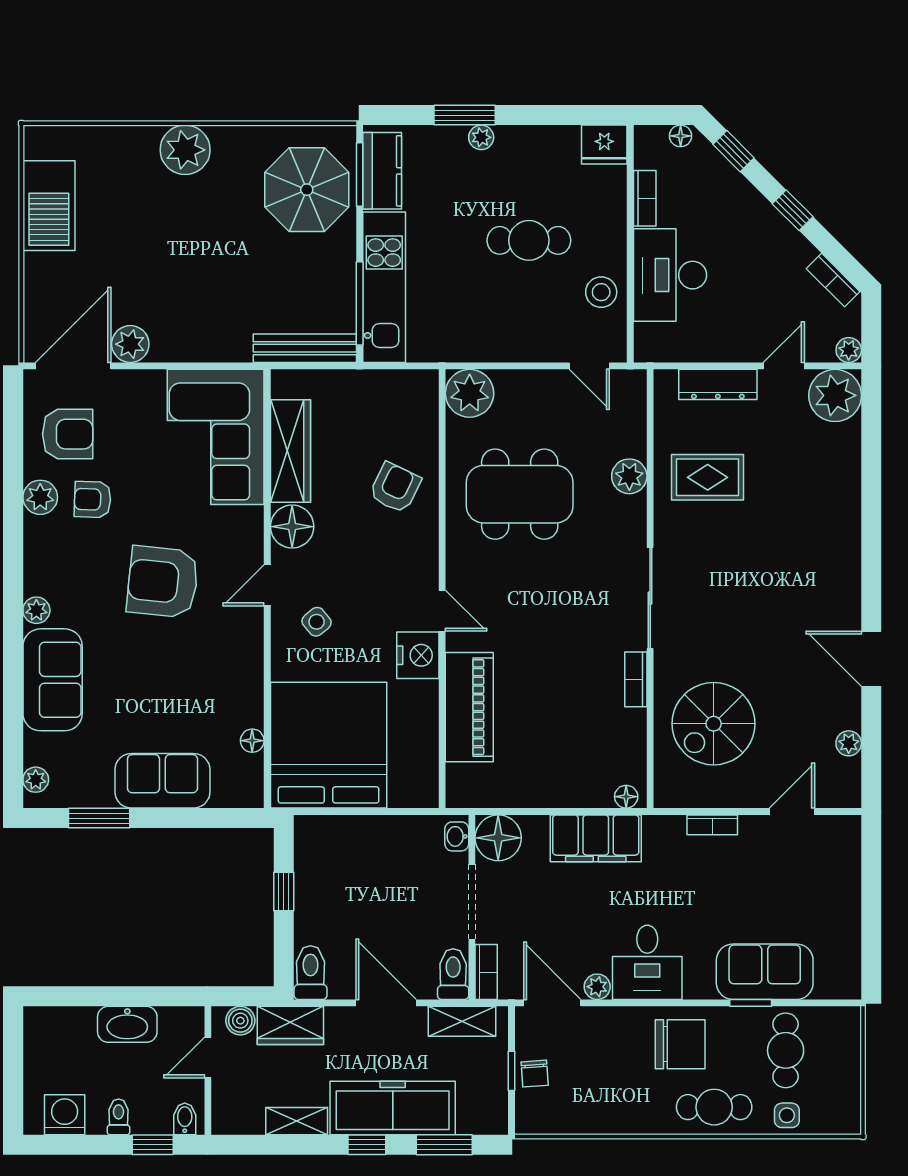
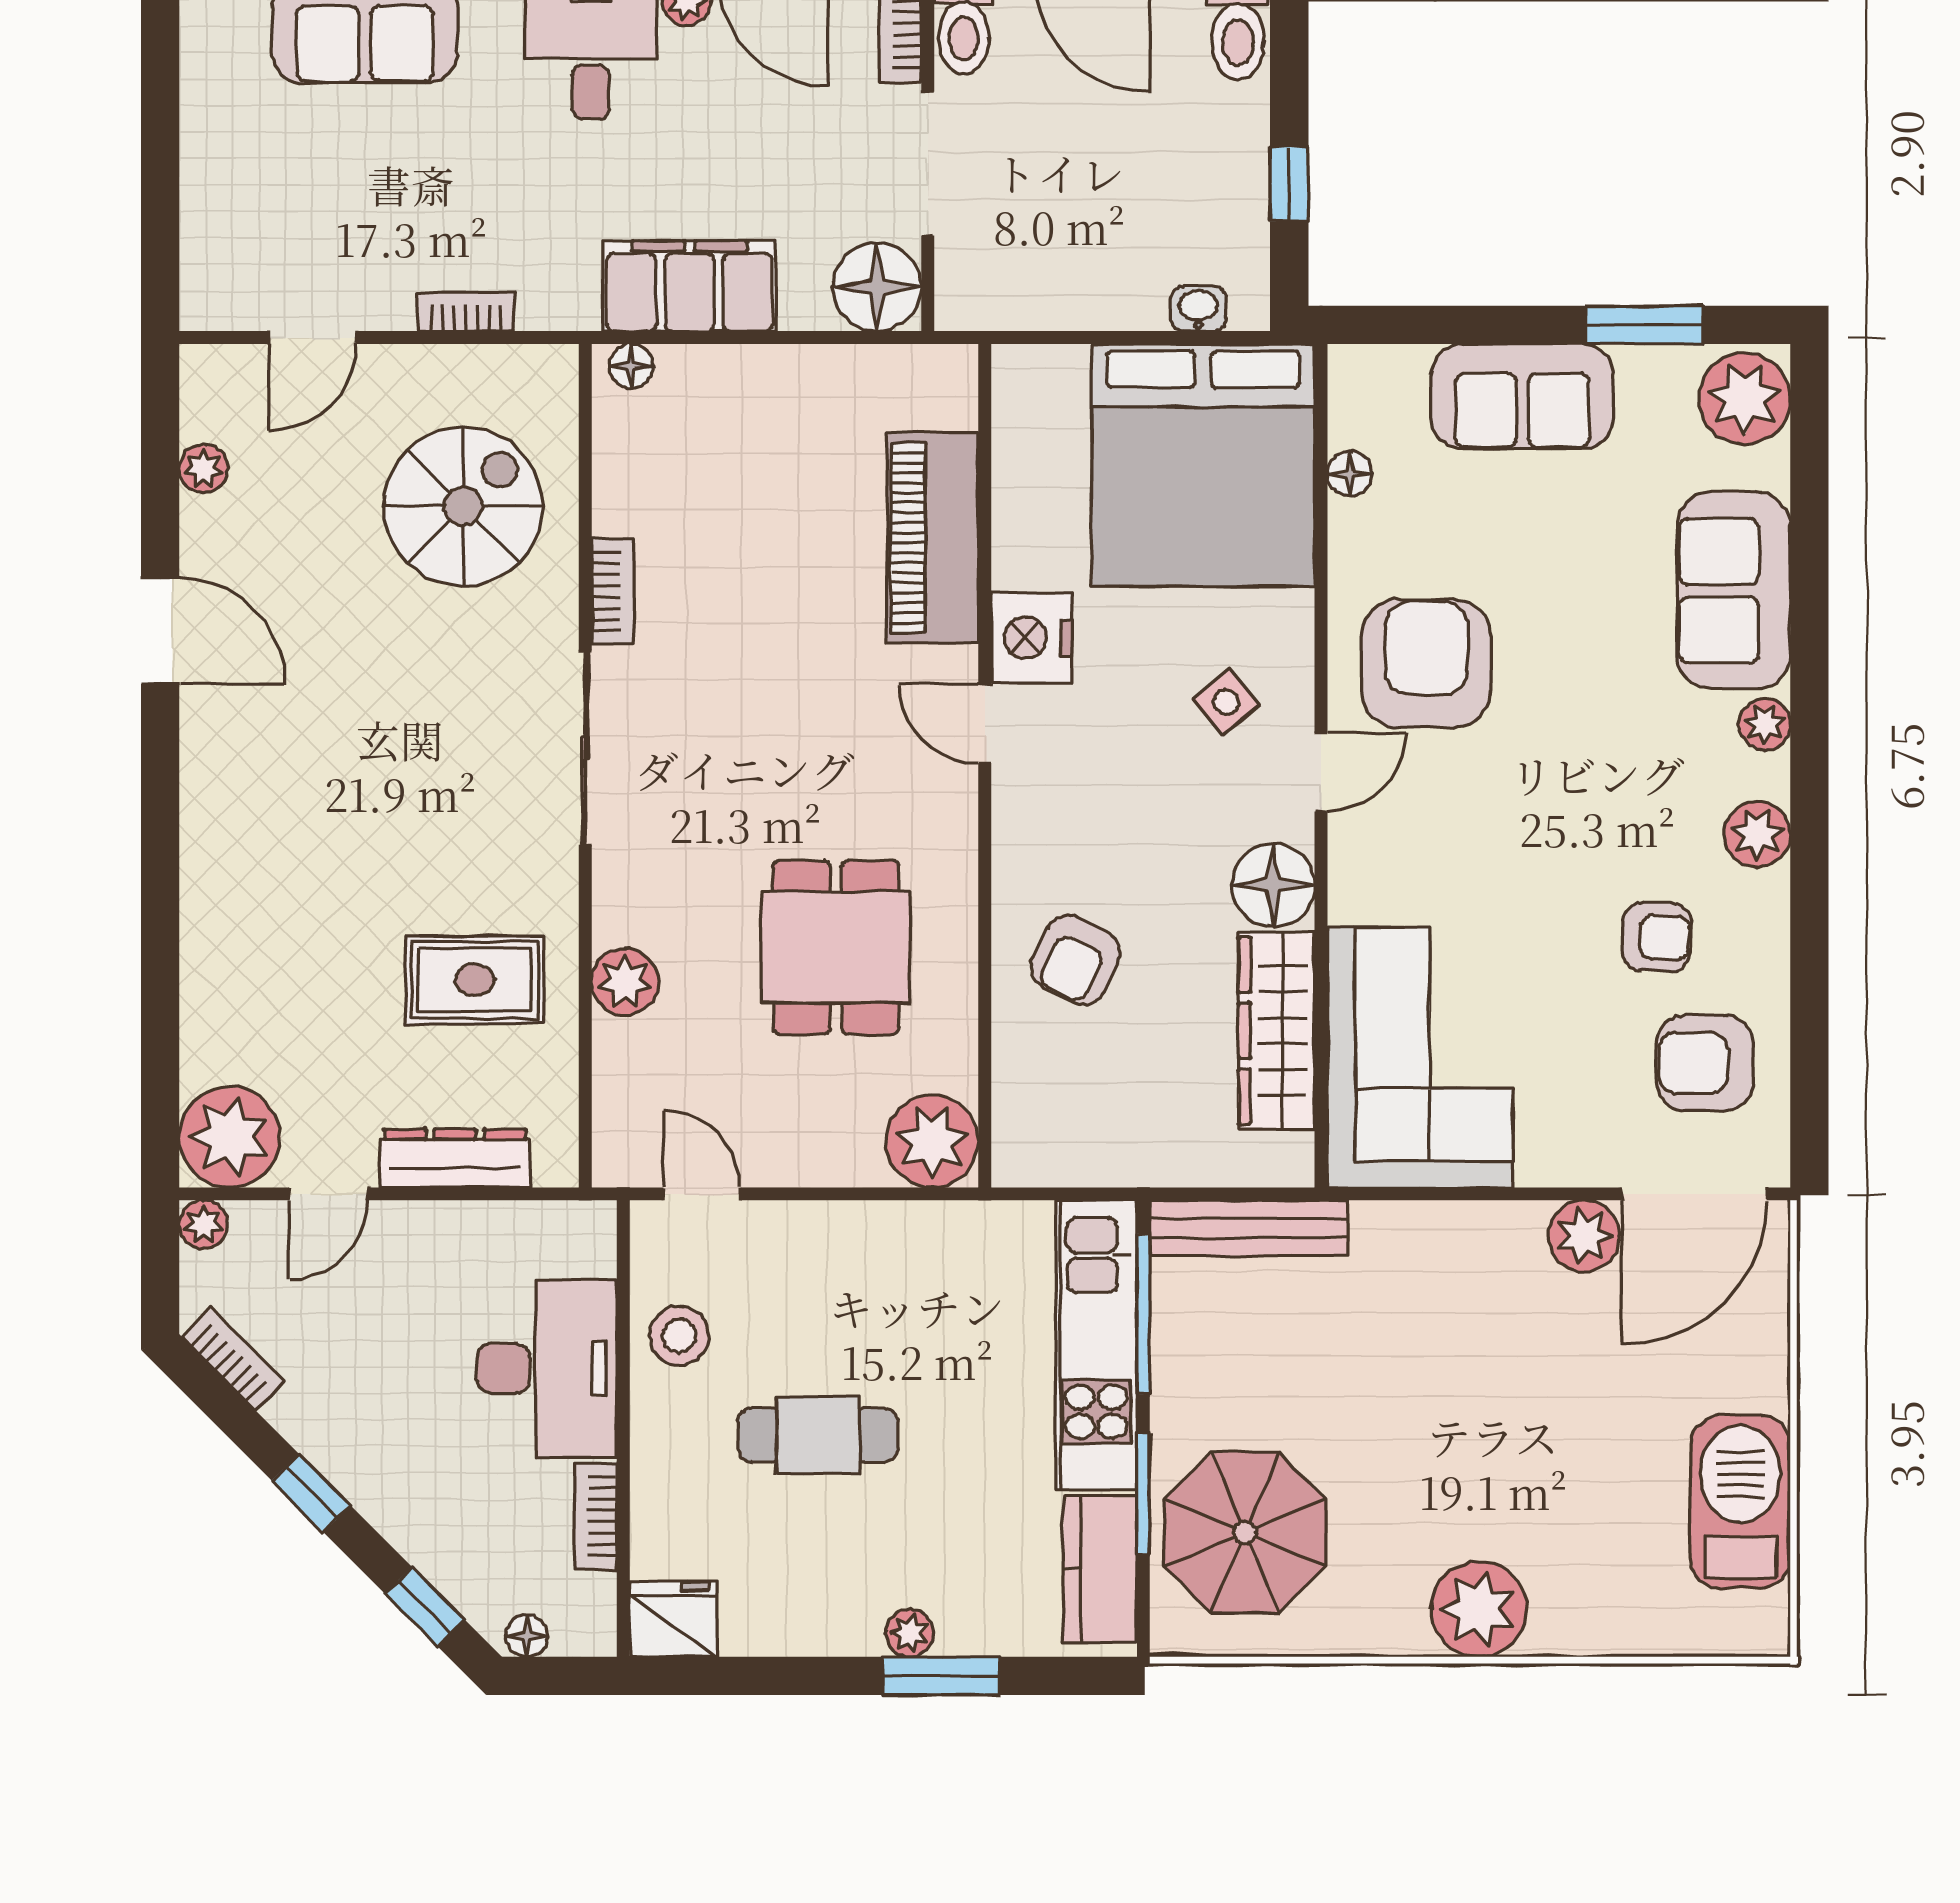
window: (360, 174) -> (1143, 1494), moved
dining table: (520, 494) -> (836, 947), width x0.73
plant: (40, 497) -> (1757, 834), moved
armchair: (163, 582) -> (1426, 664), moved, turned -96
plant: (36, 780) -> (1745, 399), width x1.88, depth x1.88
washbasin: (457, 836) -> (1199, 309), moved, turned -90

